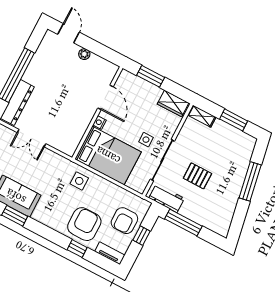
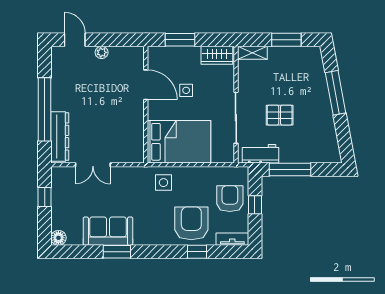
nightstand: (100, 123) -> (153, 113), removed
side table: (146, 140) -> (186, 90), moved
armchair: (124, 221) -> (230, 199), turned 180

